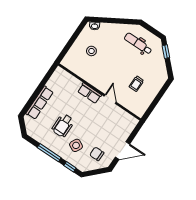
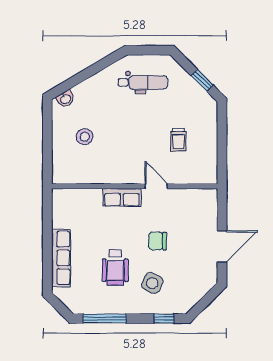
dental chair: (138, 44) -> (143, 82), turned 180
window: (166, 52) -> (202, 80), moved
window: (49, 153) -> (105, 319), moved
chair: (97, 154) -> (157, 241), moved

